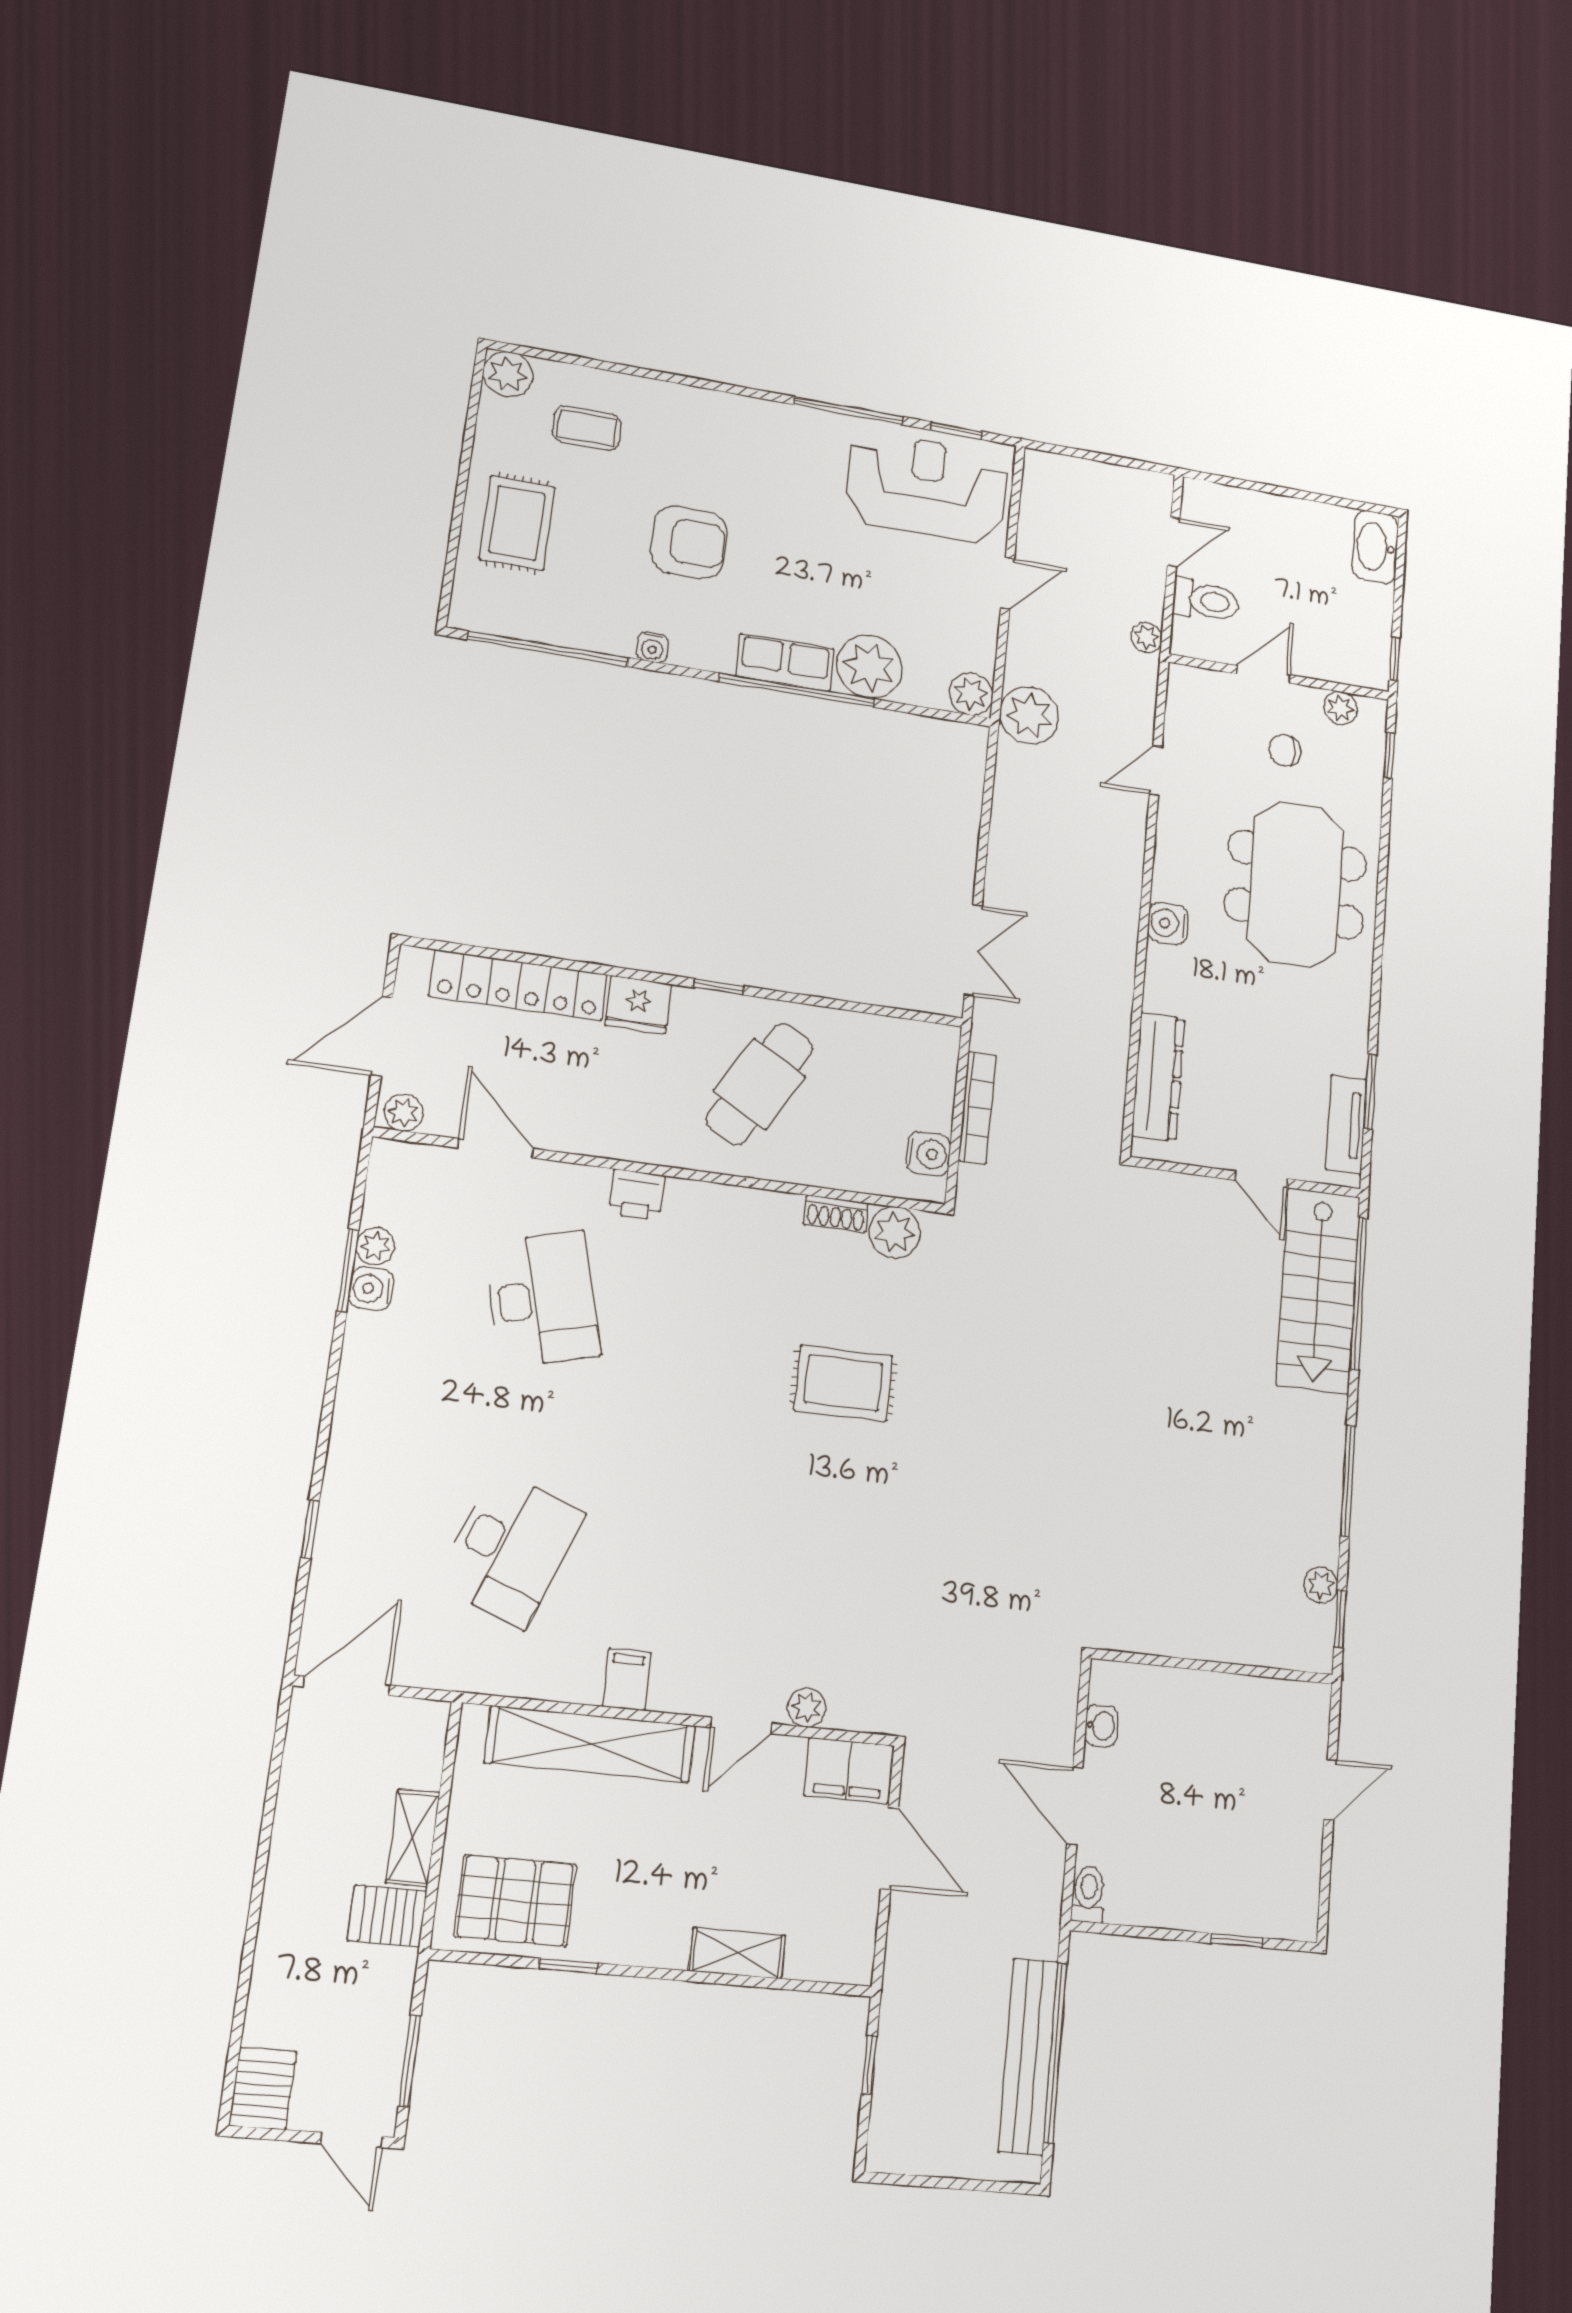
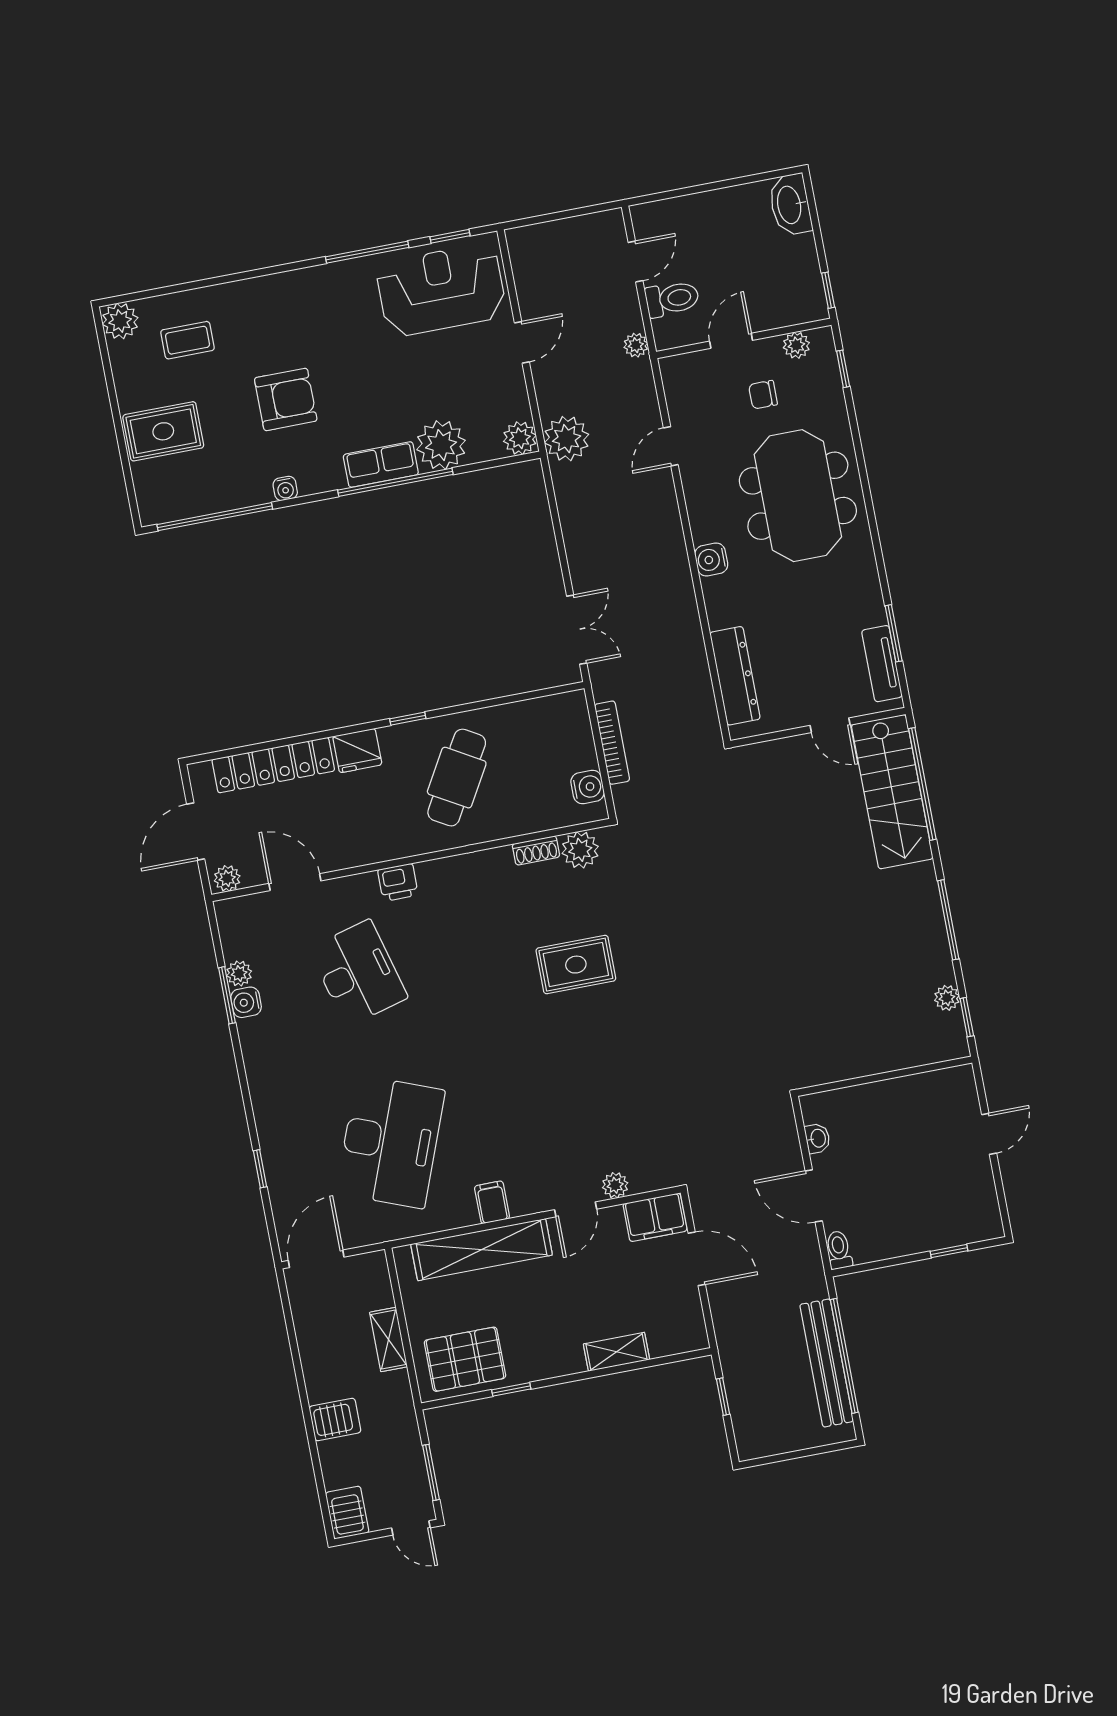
rug: (517, 523) -> (163, 431), turned 90
desk: (510, 1548) -> (390, 1142), width x1.36, depth x1.30
server rack: (387, 1916) -> (335, 1420), moved, turned 180

